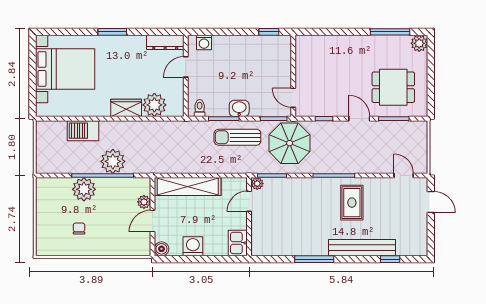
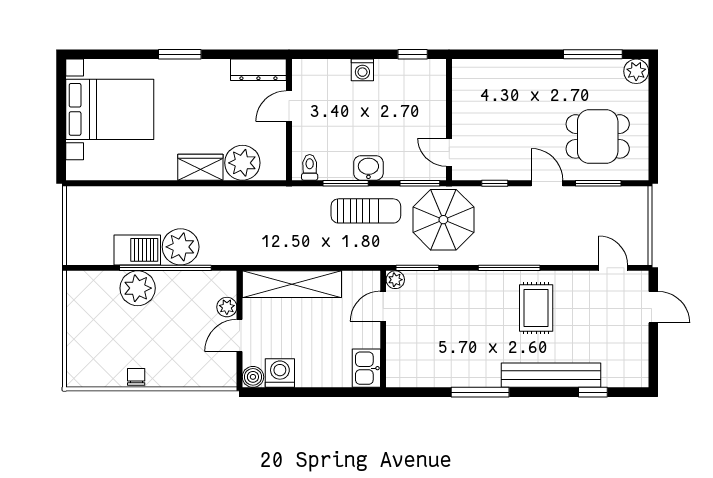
washing machine: (204, 42) -> (362, 70), moved
barbecue: (83, 131) -> (137, 250), moved, turned 180
sun lounger: (237, 137) -> (366, 211), turned 180
chair: (79, 228) -> (136, 377), moved
washing machine: (193, 246) -> (280, 373), moved

